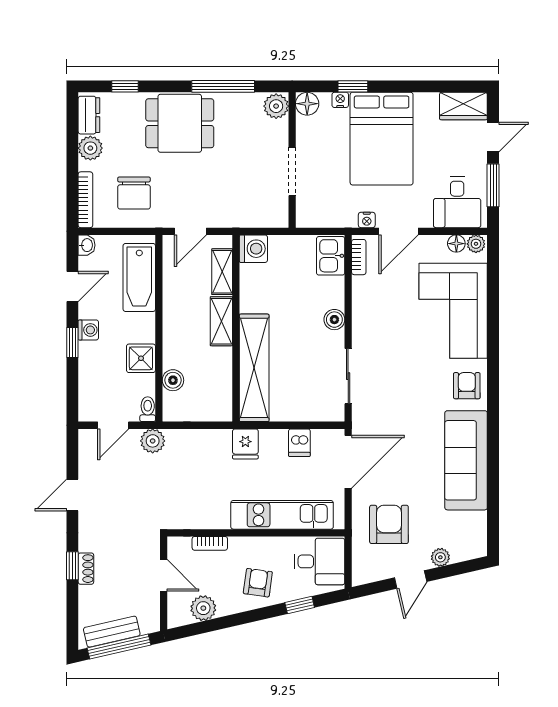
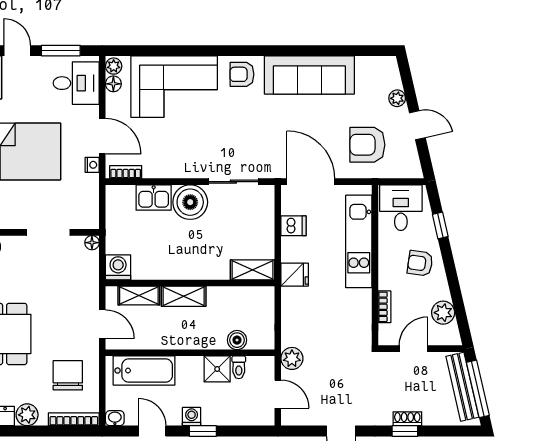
chair: (134, 193) -> (68, 375), turned -90
floor lamp: (281, 220) -> (92, 243), added
kitchen sink: (331, 256) -> (154, 197), moved
boiler: (334, 320) -> (190, 202), width x1.86, depth x1.86
shelving: (254, 368) -> (252, 270), width x0.45, depth x0.75
toilet: (148, 409) -> (239, 367), moved, turned -90
bench: (112, 632) -> (462, 387), width x1.36

